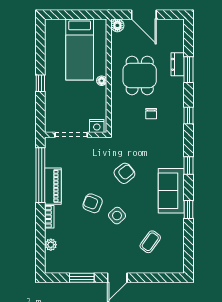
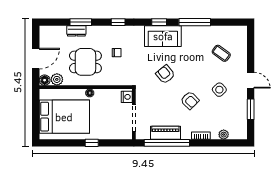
plant: (118, 40) -> (57, 79), added
bed: (80, 50) -> (64, 117), width x1.50
piano: (53, 186) -> (165, 133), moved
sofa: (171, 191) -> (163, 36), moved
armchair: (93, 203) -> (190, 100), turned -67
window: (189, 209) -> (195, 22), width x2.17
side table: (117, 216) -> (219, 90), moved

